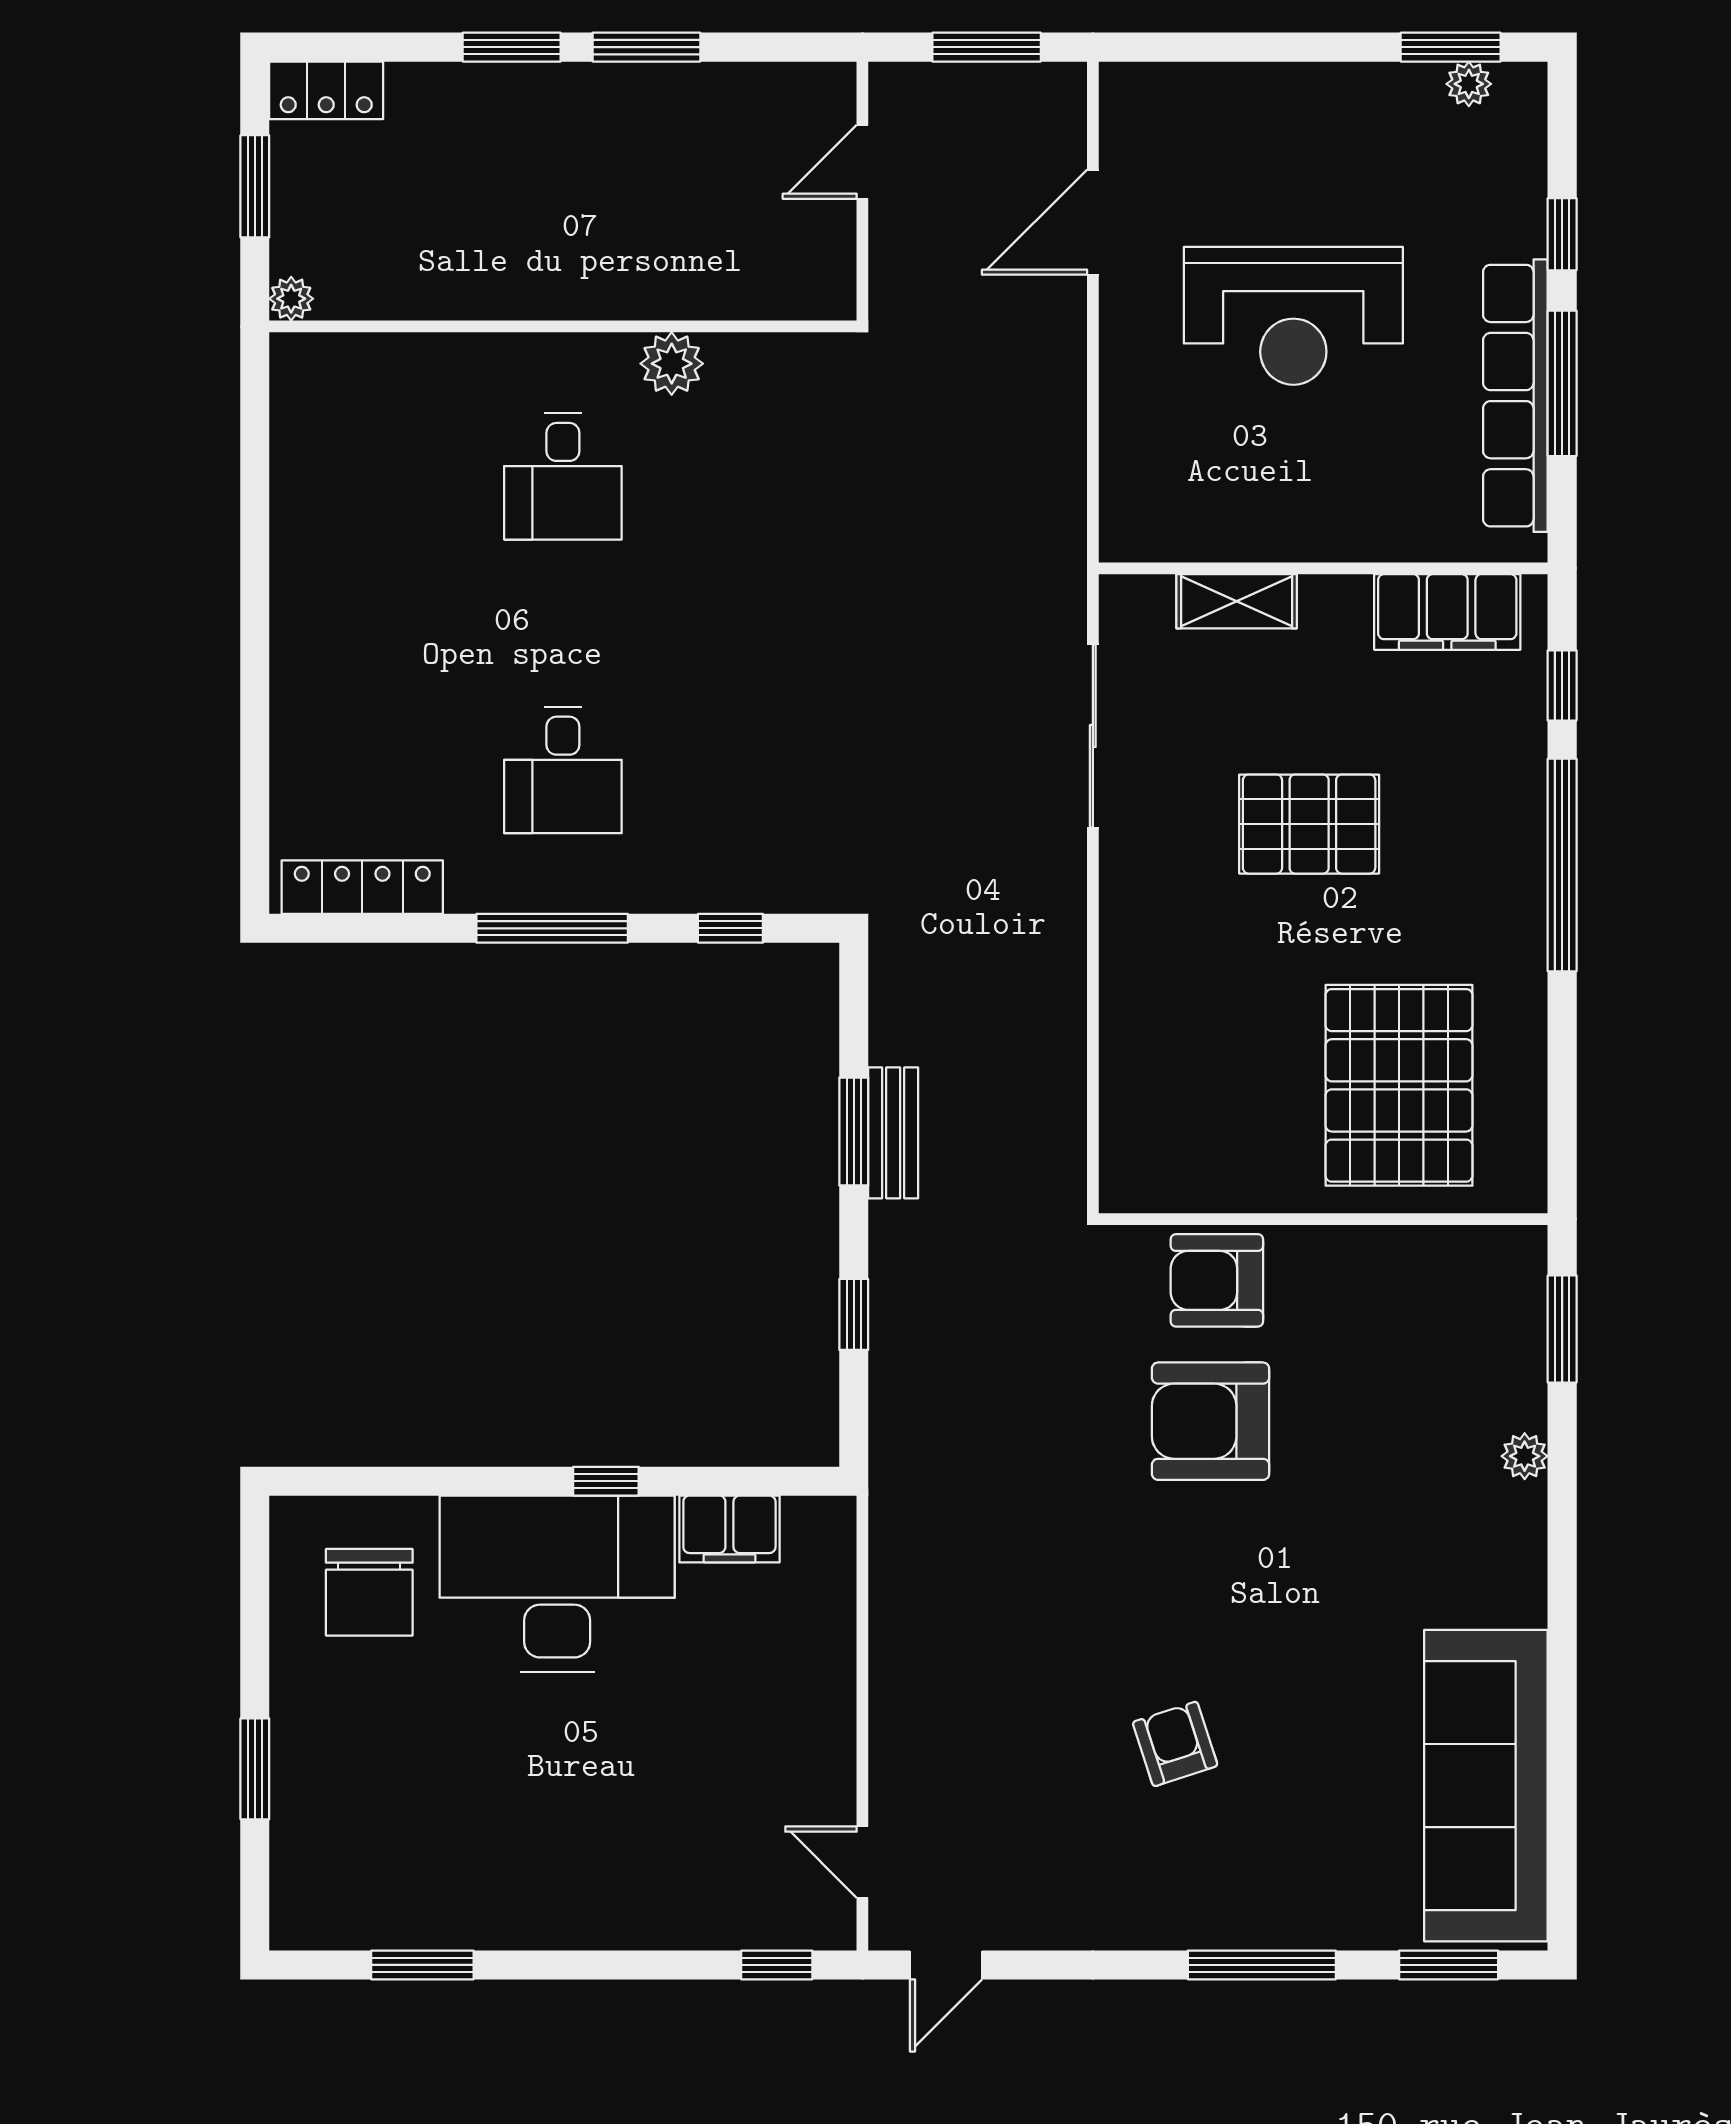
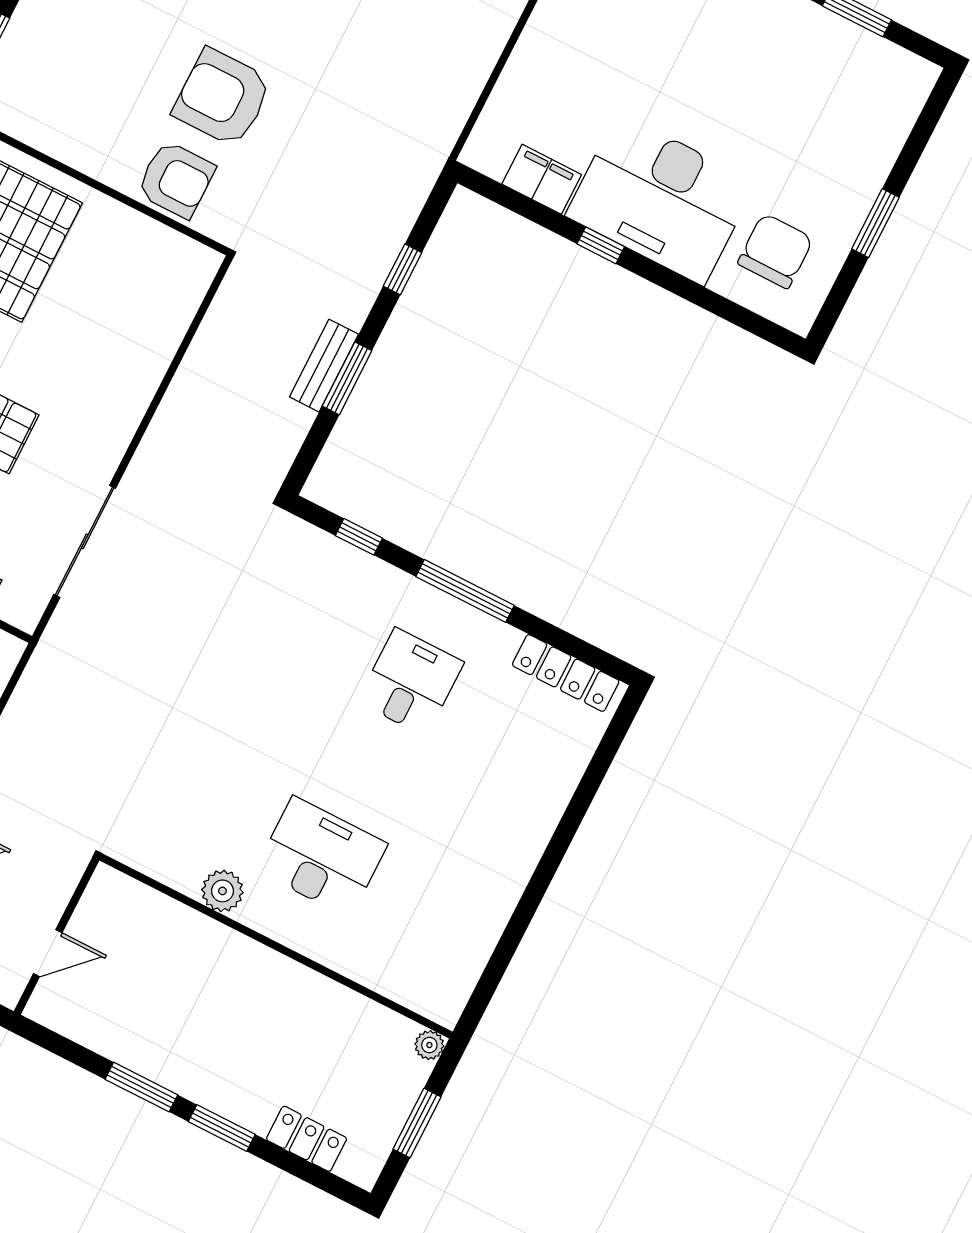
locker: (326, 90) -> (307, 1139), moved
desk: (563, 476) -> (321, 857), width x1.37
armchair: (1211, 1421) -> (222, 98), turned 180
window: (255, 1769) -> (875, 223), moved

